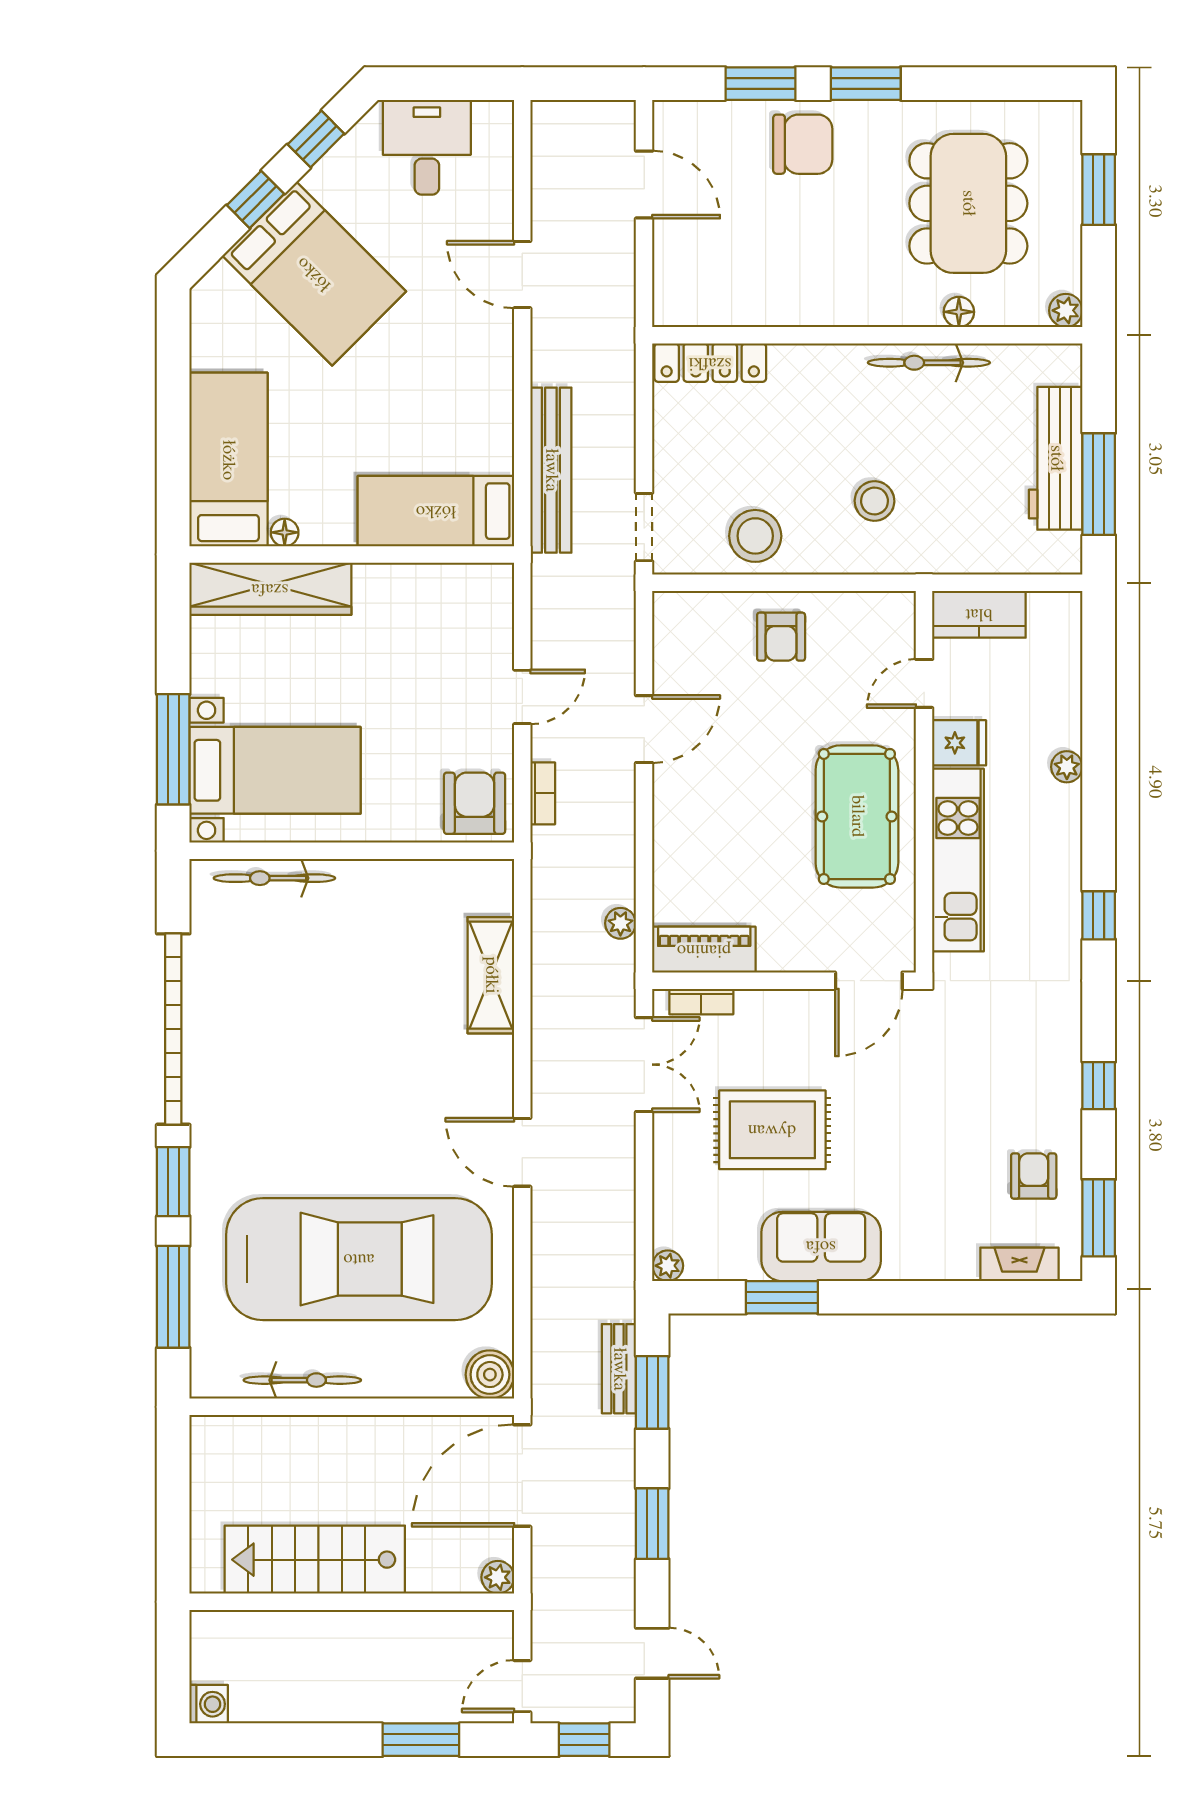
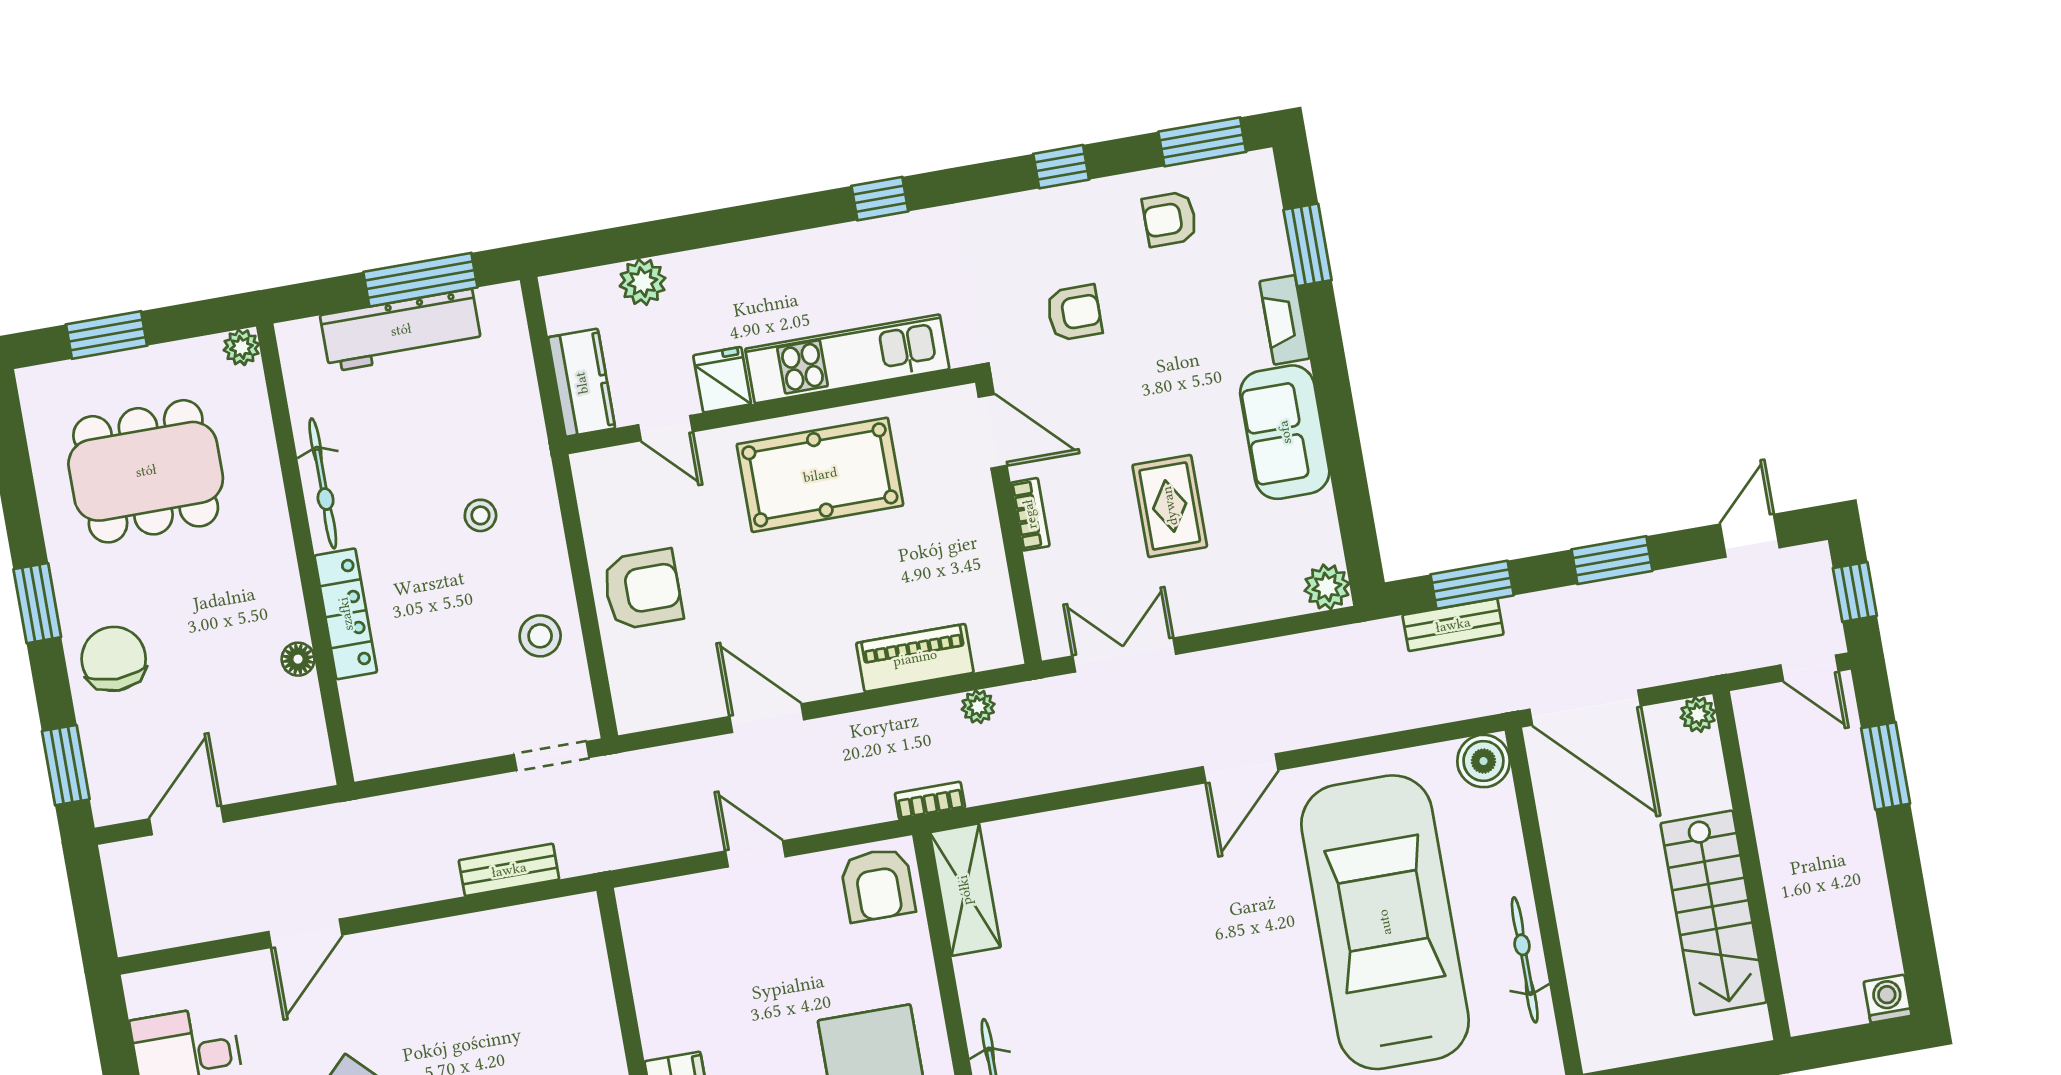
window: (760, 84) -> (66, 765), moved
floor lamp: (959, 312) -> (298, 659), moved
locker: (710, 363) -> (346, 614), moved
bench: (551, 470) -> (509, 870), width x0.54, depth x0.82
stool: (874, 501) -> (480, 515), width x0.73, depth x0.73
bed: (436, 511) -> (574, 981), removed
stool: (755, 536) -> (540, 636), width x0.73, depth x0.73
armchair: (781, 637) -> (643, 589), width x1.38, depth x1.38
plant: (1067, 767) -> (643, 282), moved, width x1.38, depth x1.38
bookcase: (543, 793) -> (930, 801), moved
armchair: (475, 803) -> (878, 885), turned -90
piano: (704, 950) -> (915, 658), moved, turned 90
shelving: (491, 975) -> (965, 890), moved, turned 90
bookcase: (701, 1002) -> (1030, 514), moved
armchair: (964, 1074) -> (1074, 313), added
rug: (772, 1130) -> (1170, 506), width x0.73, depth x0.70
fireplace: (1019, 1264) -> (1285, 320), moved
plant: (668, 1266) -> (1327, 587), width x1.38, depth x1.38
window: (782, 1297) -> (1308, 245), moved

